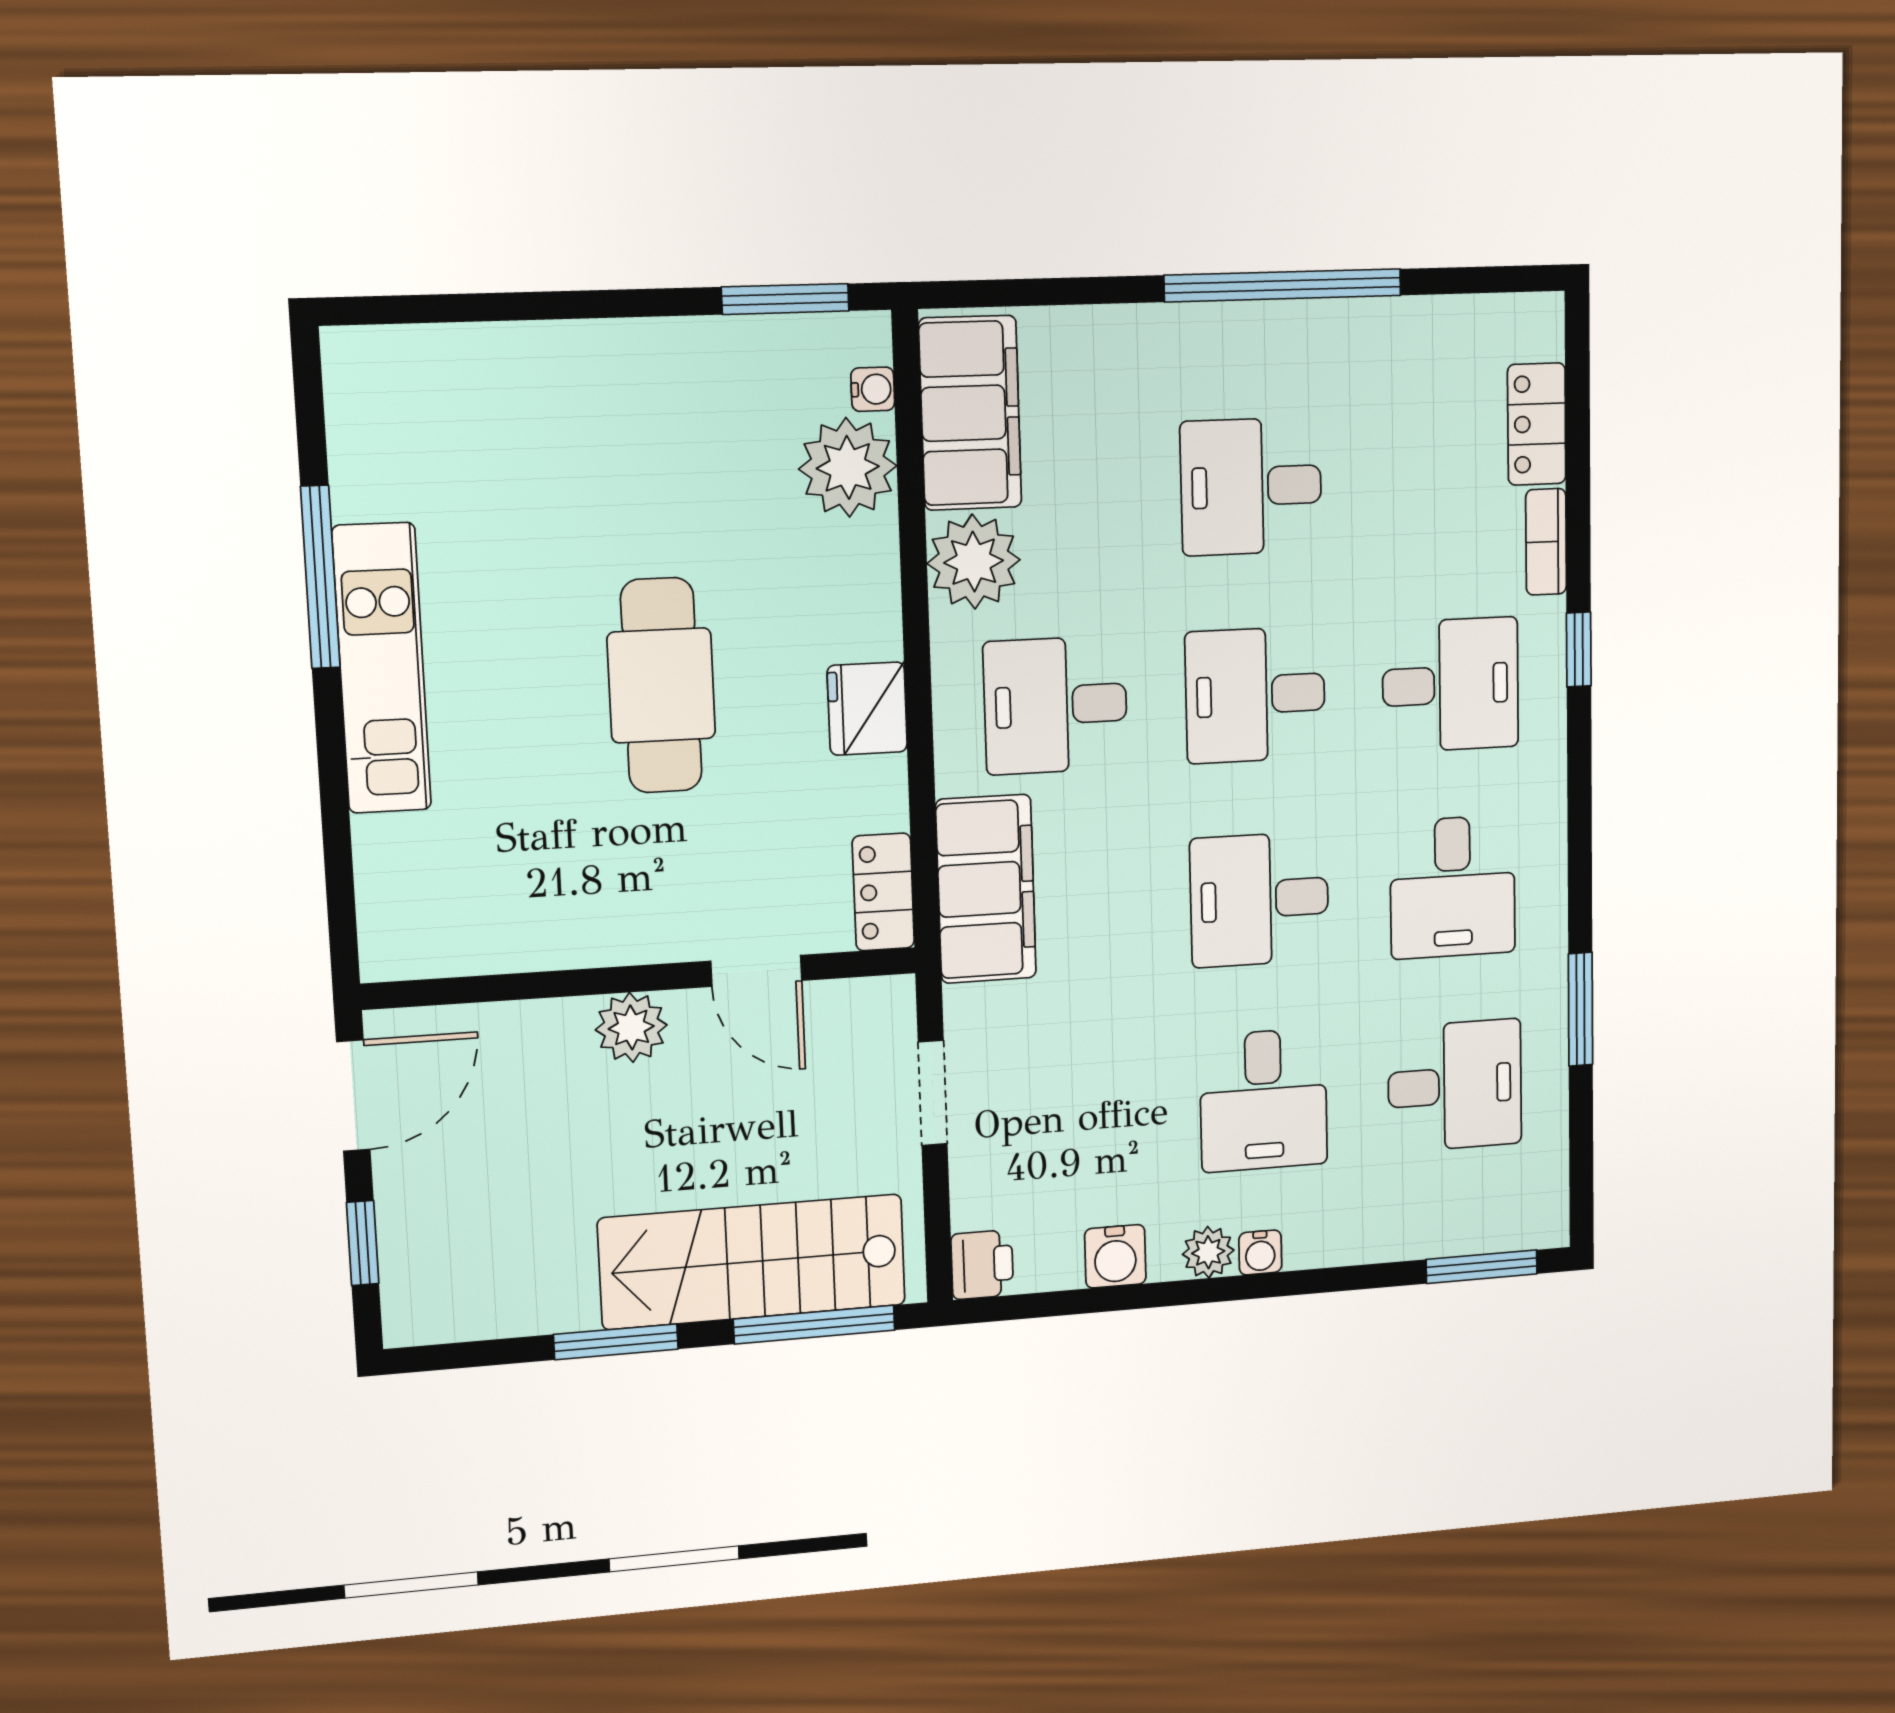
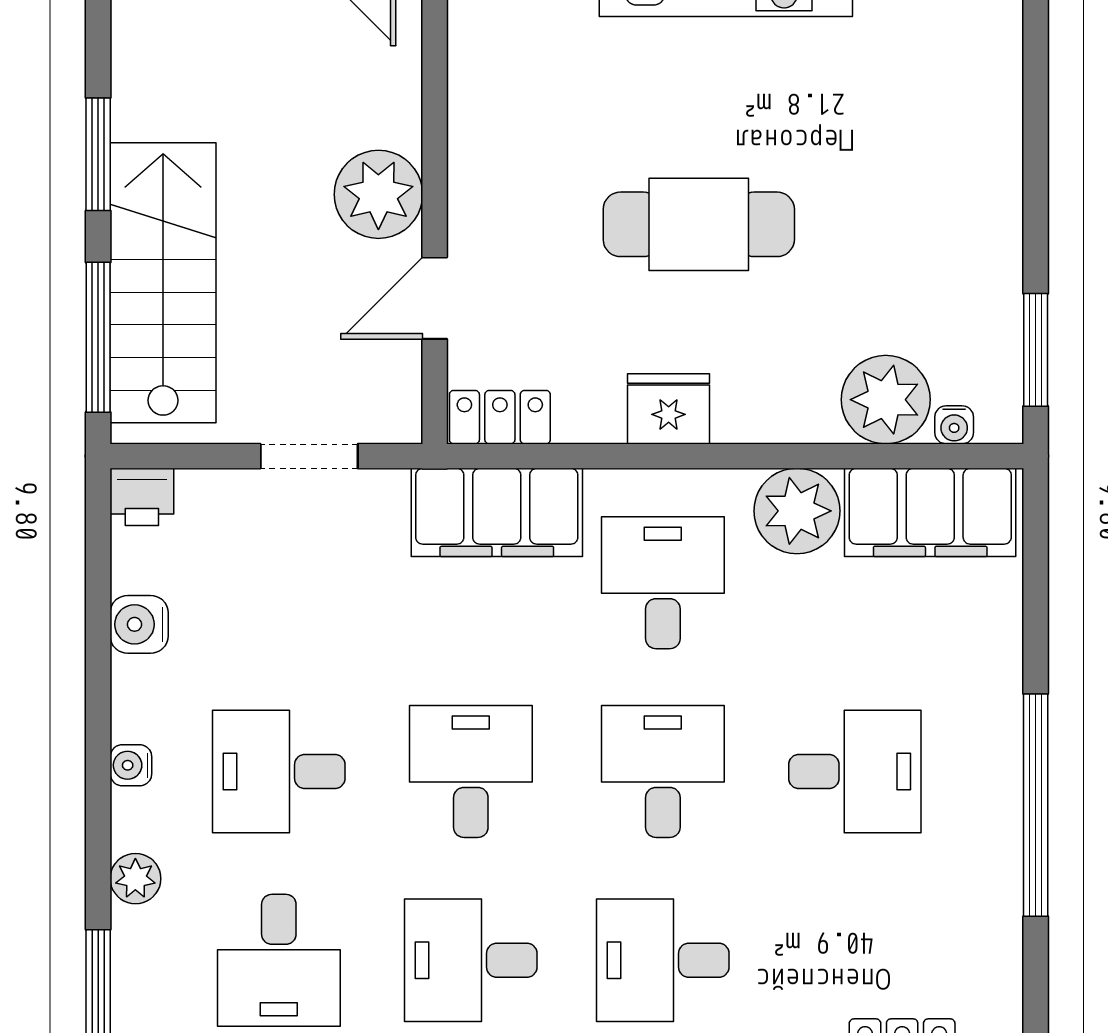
desk: (1251, 486) -> (855, 771), turned 90
desk: (1451, 685) -> (663, 960), turned 90
plant: (631, 1027) -> (378, 194), width x1.36, depth x1.36
plant: (1208, 1252) -> (135, 879), moved

